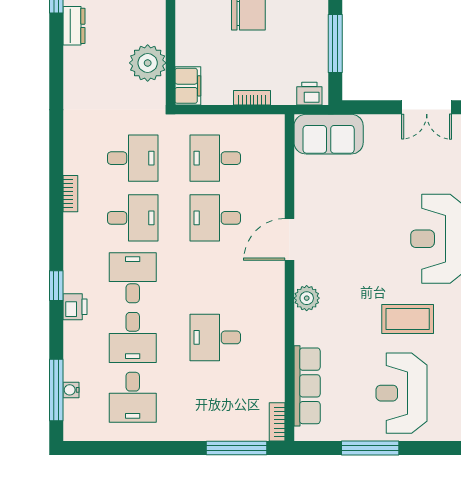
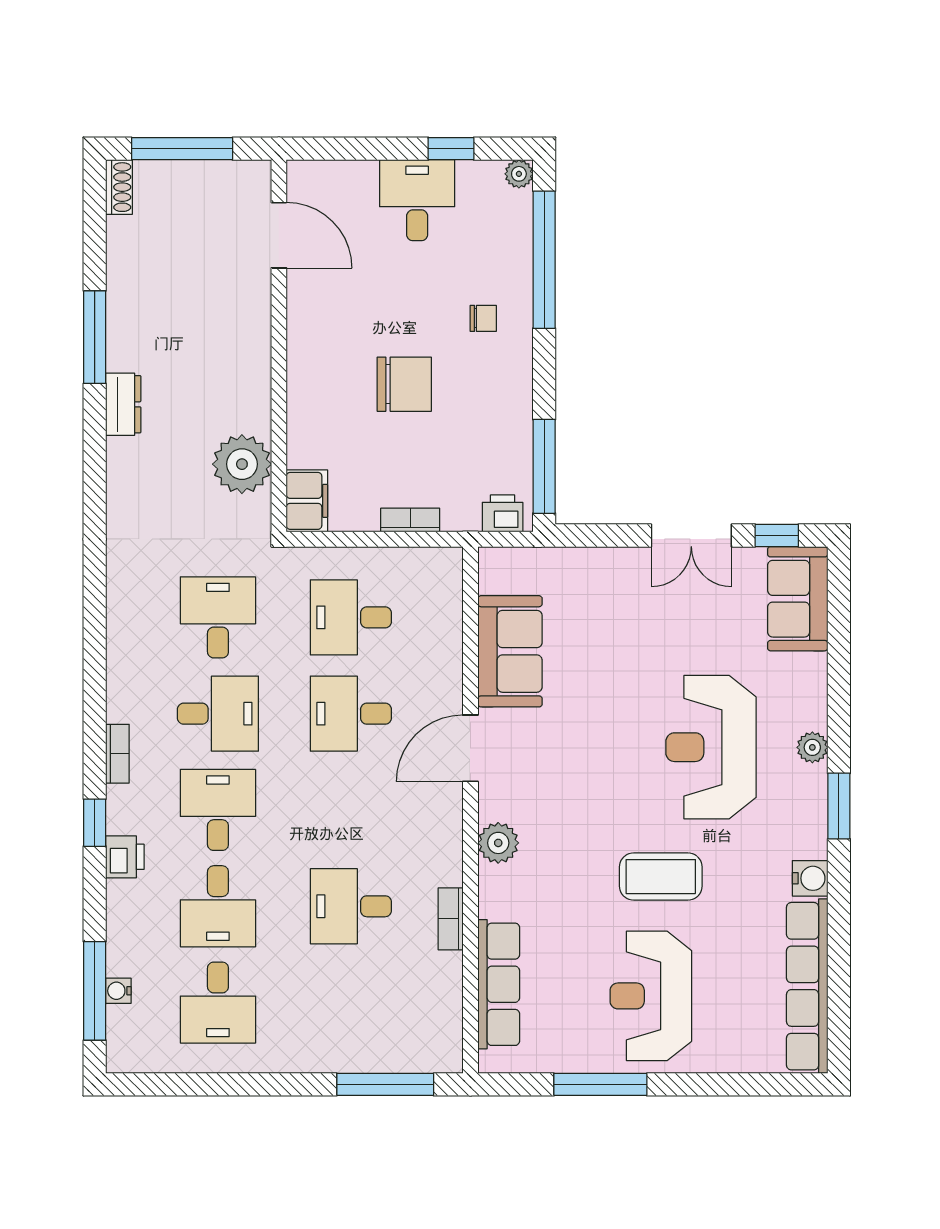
window: (335, 44) -> (544, 466), moved
sofa: (329, 134) -> (510, 651), moved, turned -90
desk: (133, 158) -> (218, 617), turned -90
bookcase: (70, 194) -> (117, 754), moved
bookcase: (277, 422) -> (451, 919), moved

